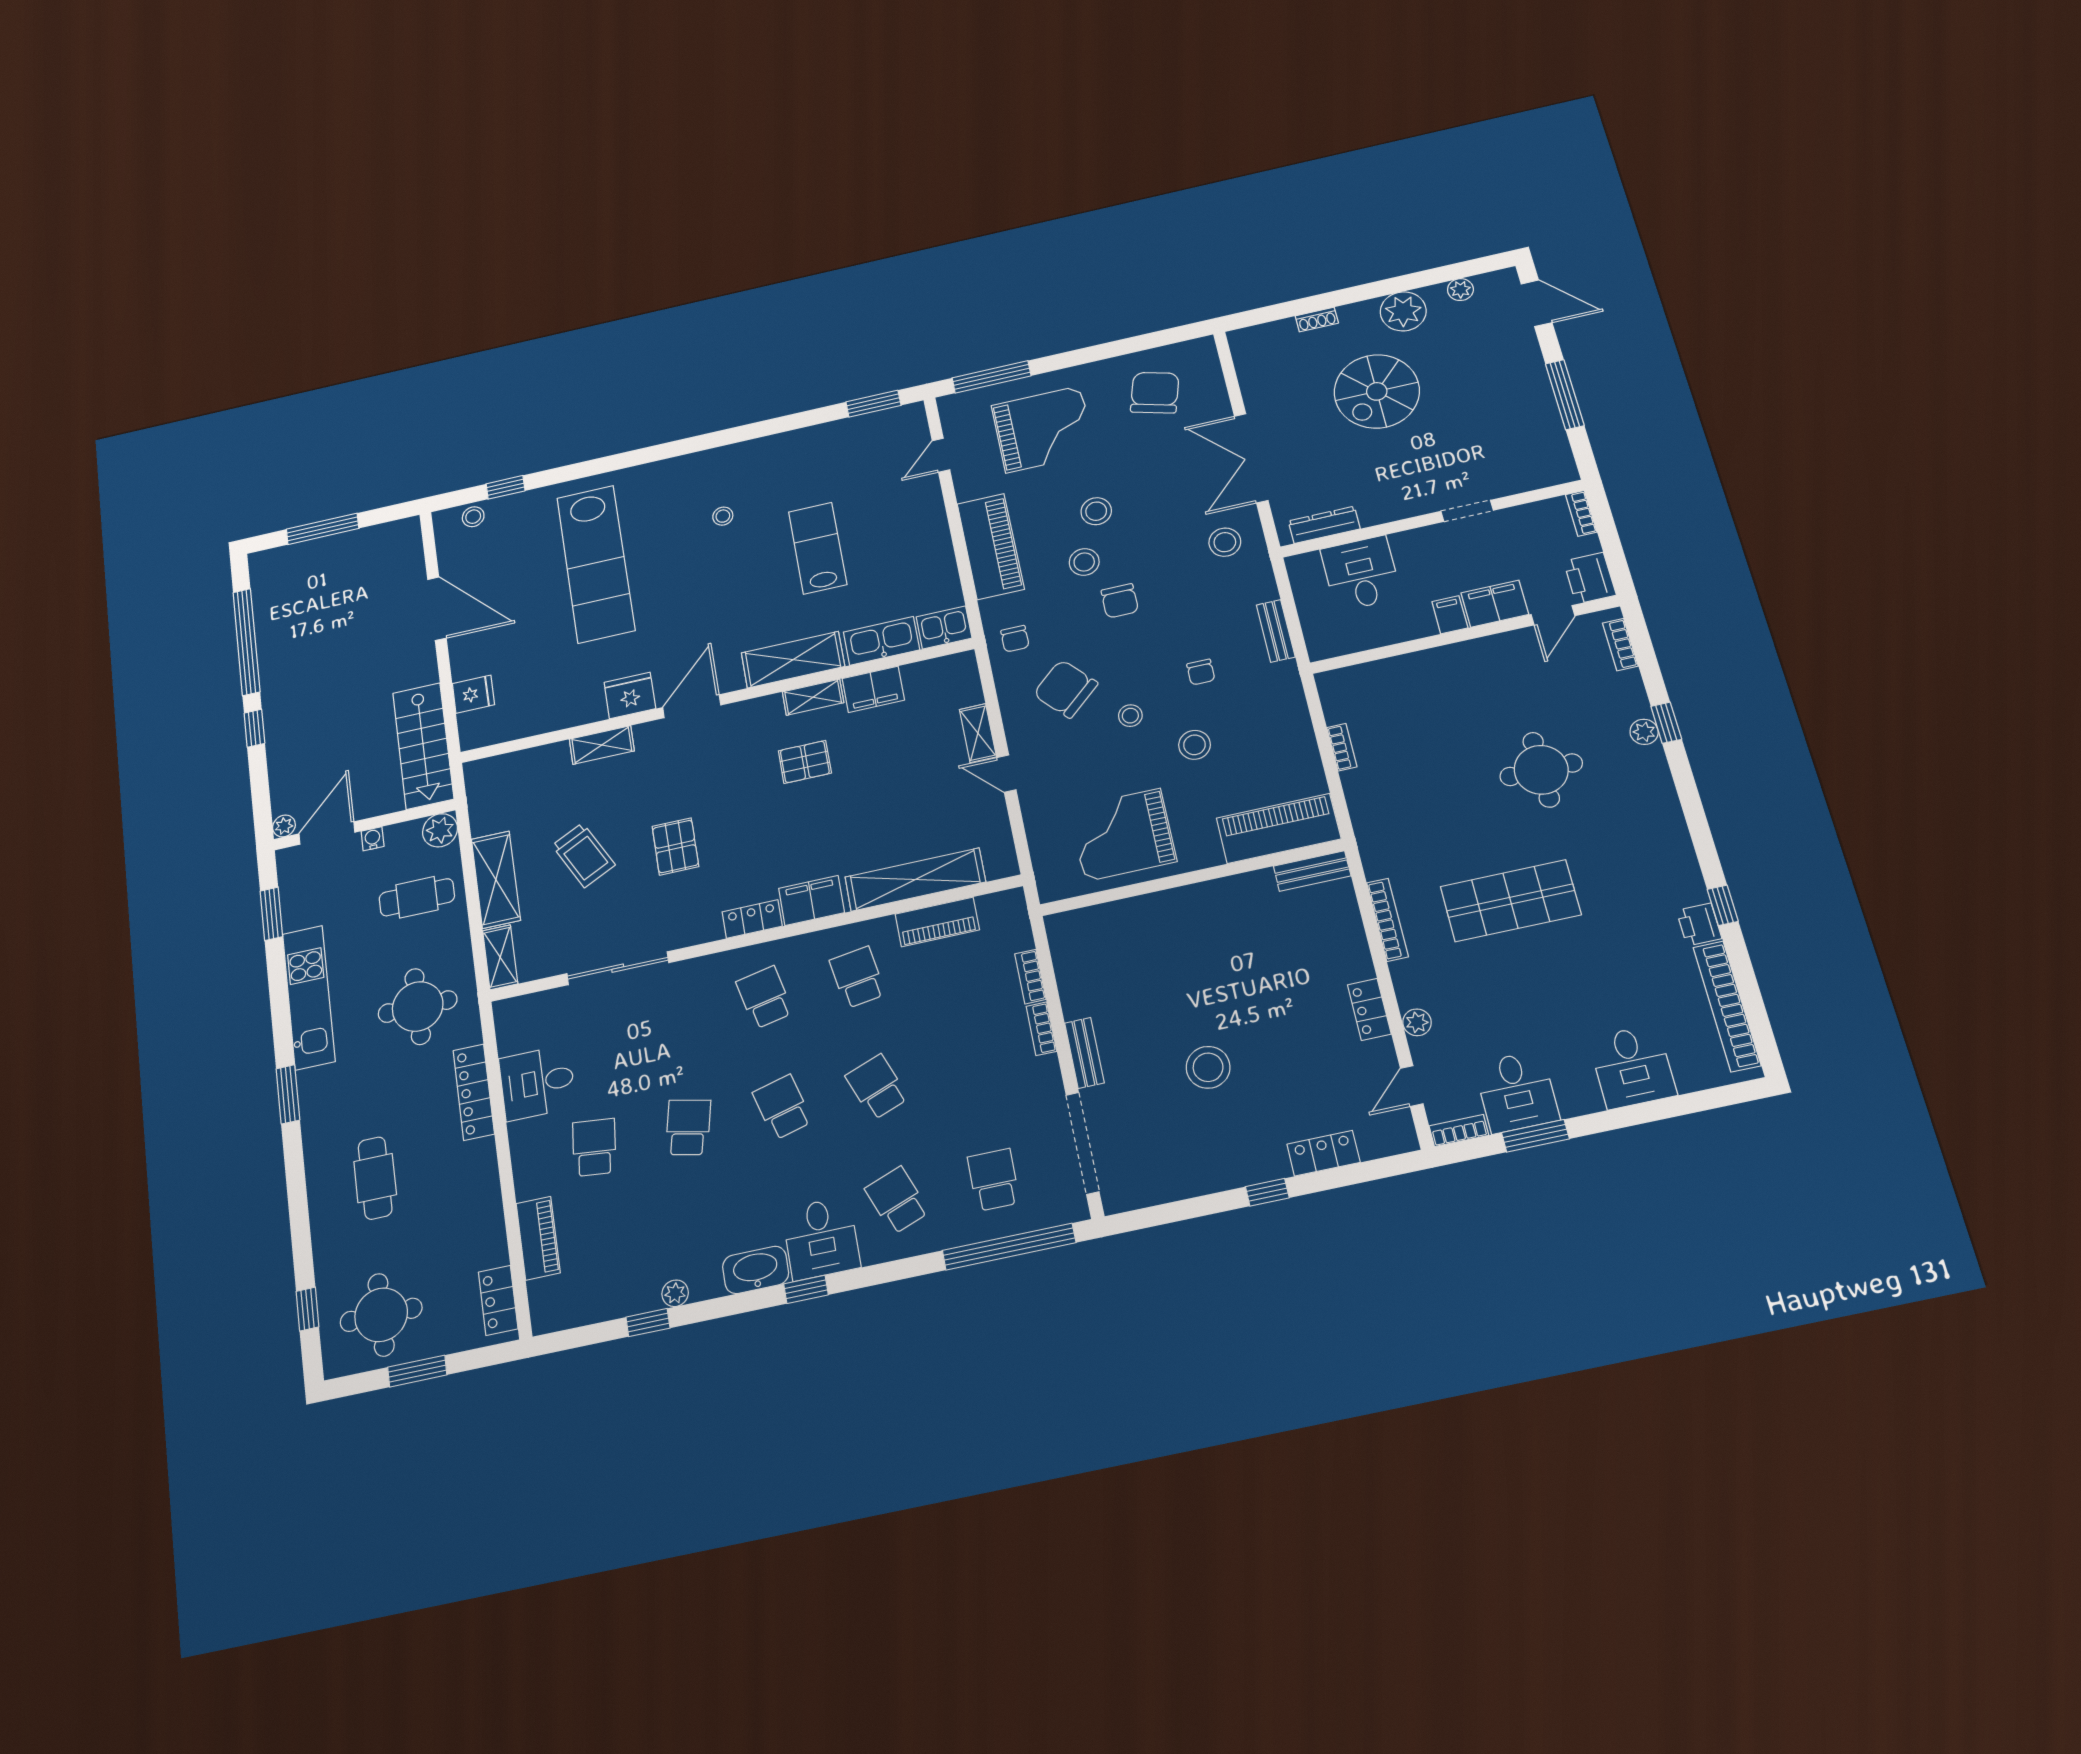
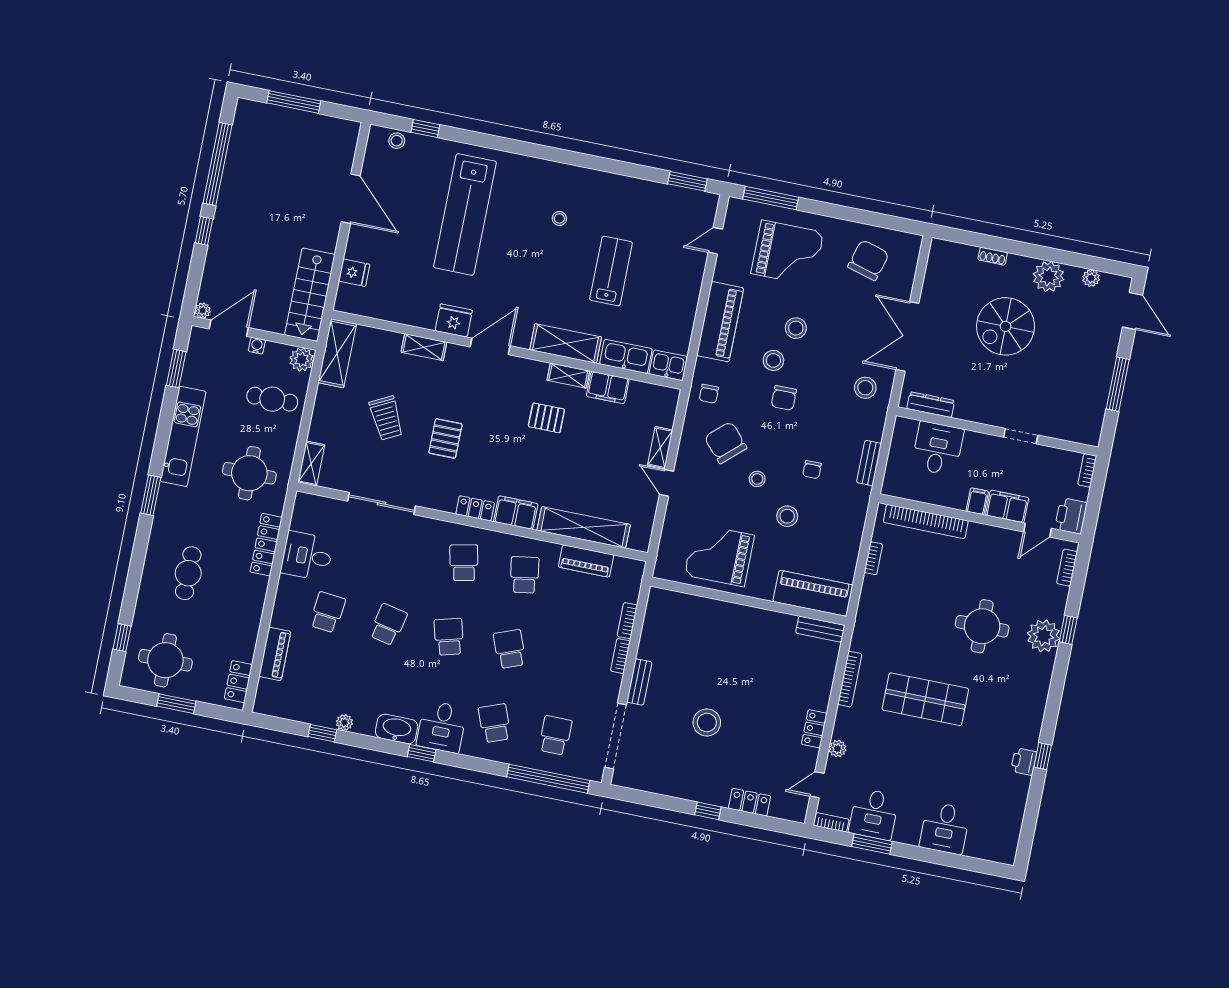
plant: (1644, 732) -> (1044, 636), width x1.88, depth x1.88
shelving: (496, 880) -> (337, 353), moved
bookcase: (1727, 1006) -> (926, 522), moved, turned -90

